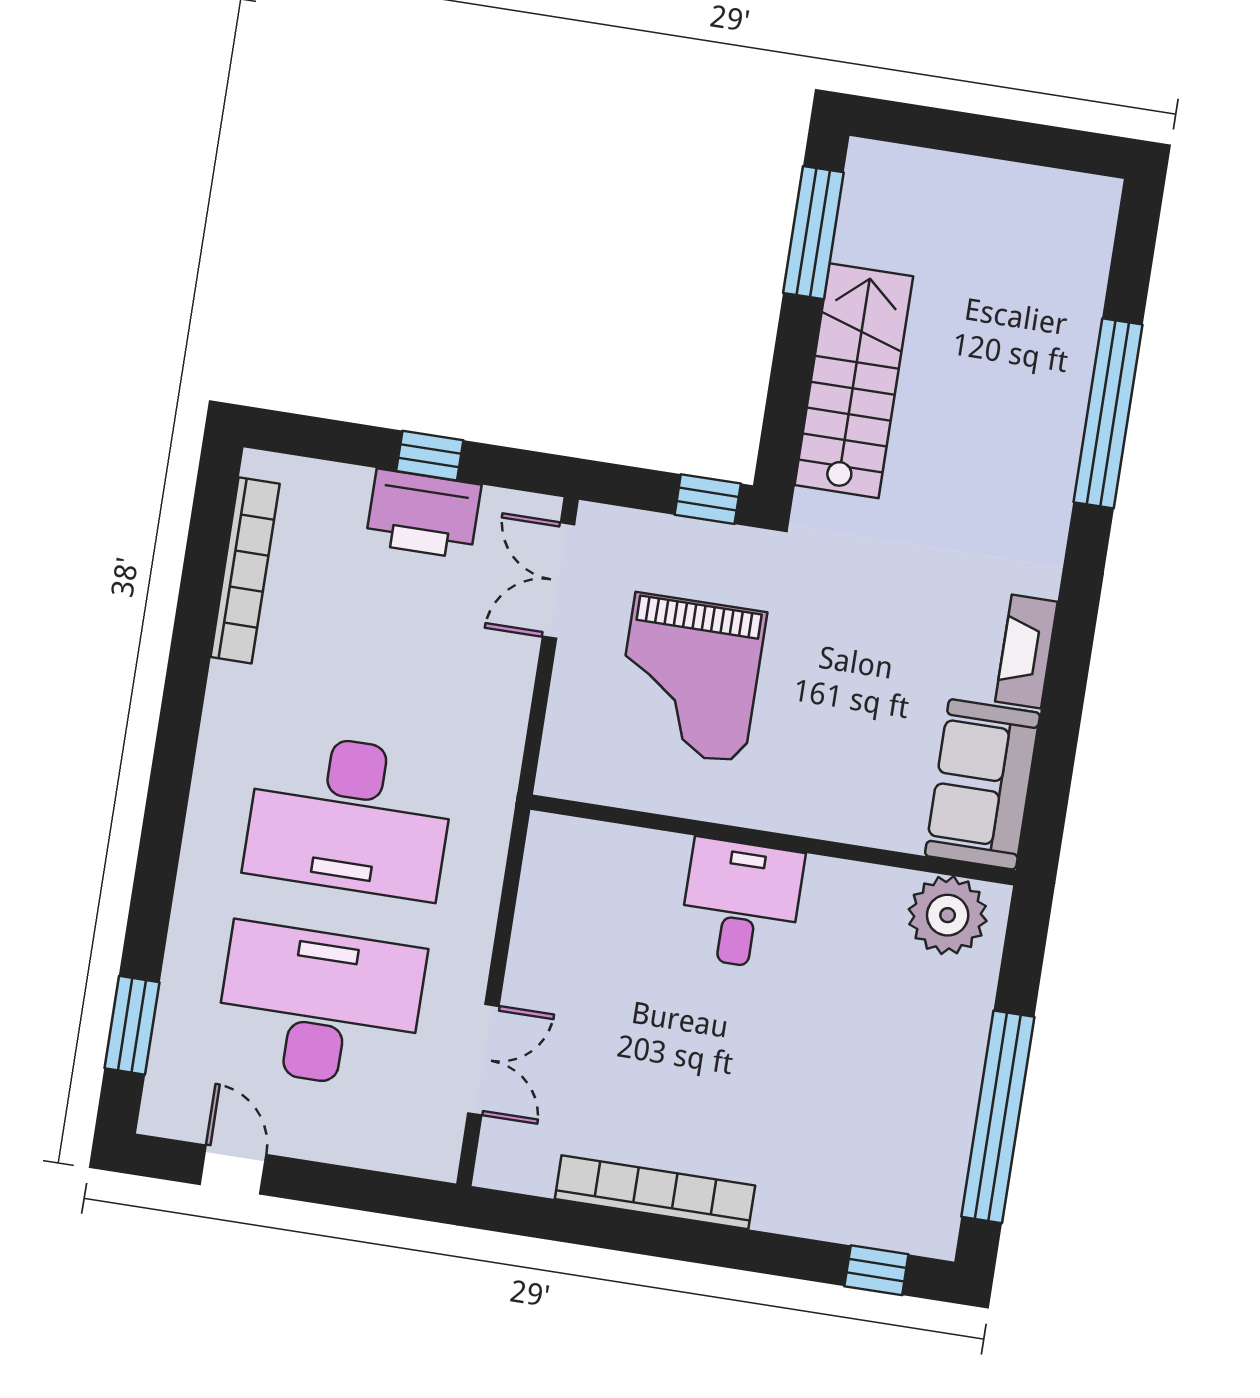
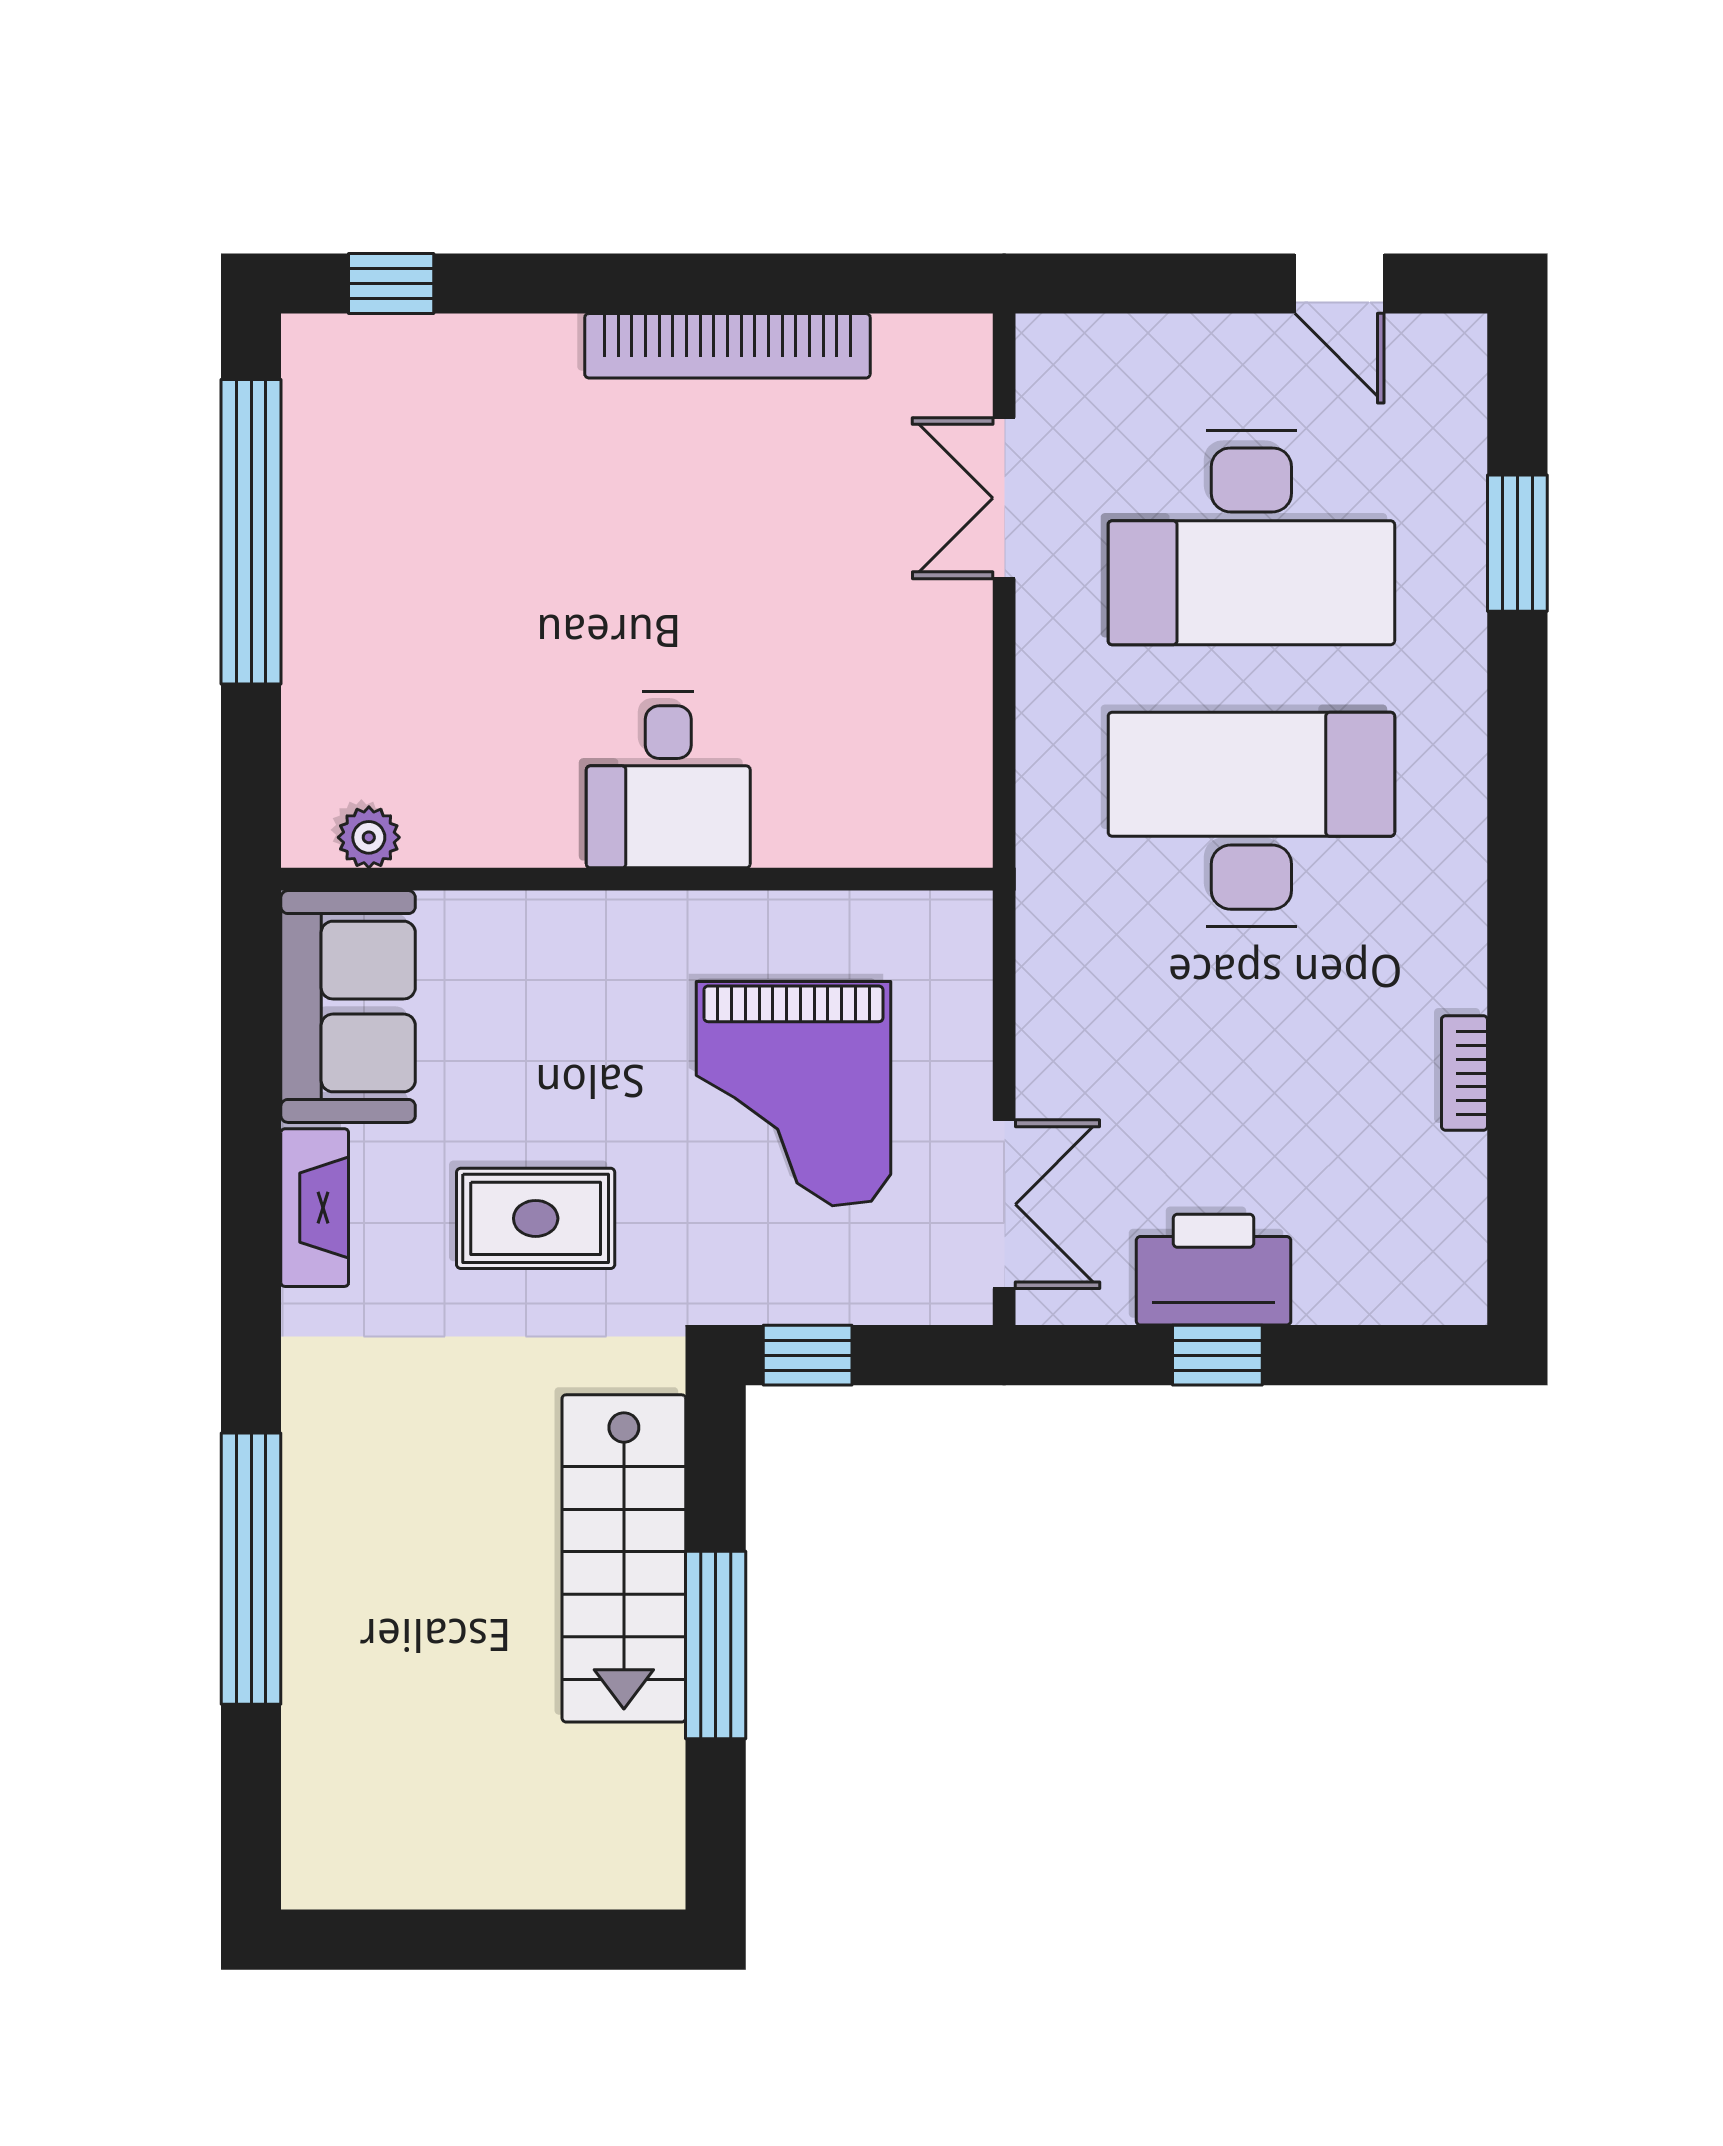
window: (813, 233) -> (716, 1645), moved
bookcase: (245, 570) -> (1464, 1073), width x0.43, depth x0.76
rug: (878, 621) -> (536, 1218), added
grand piano: (690, 678) -> (793, 1094), turned 180
plant: (948, 915) -> (369, 837), width x0.53, depth x0.53
window: (132, 1025) -> (1517, 543), moved

